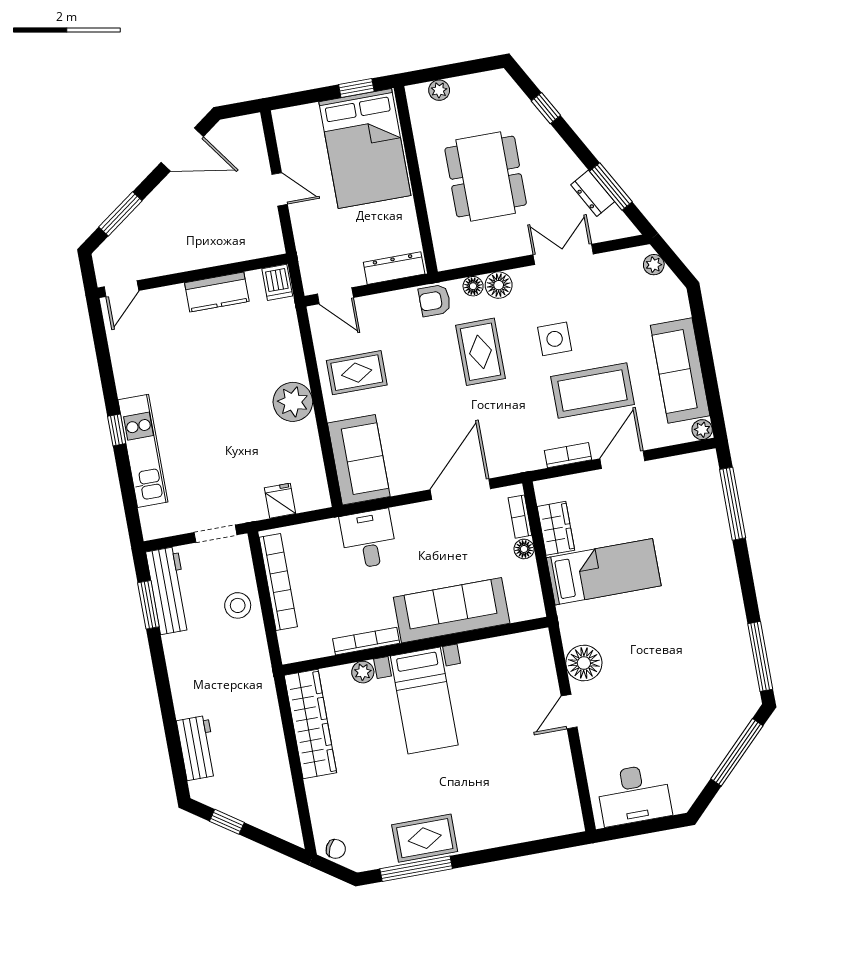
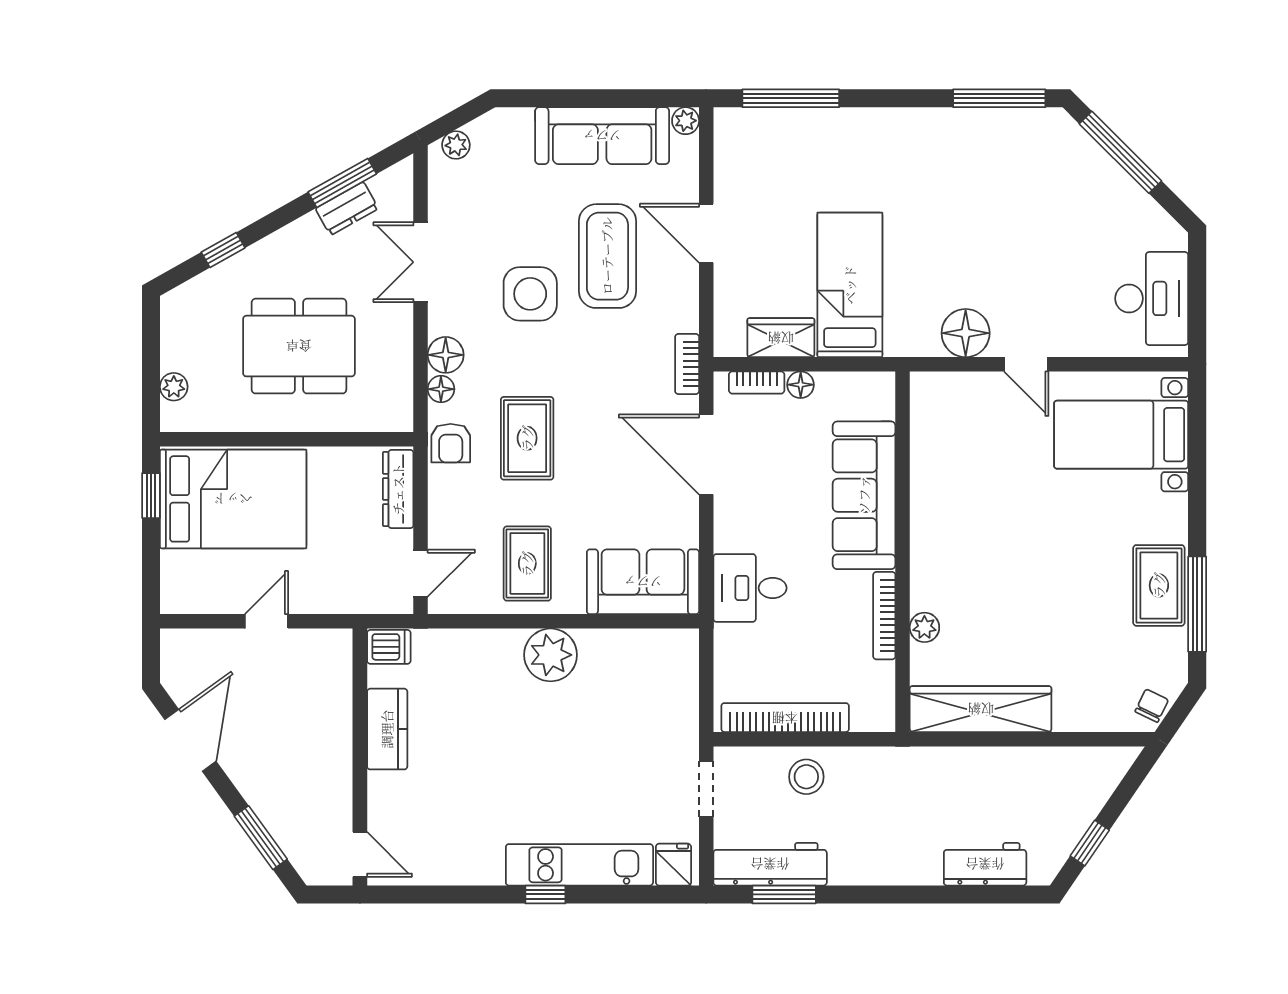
side table: (555, 339) -> (530, 294), width x1.37, depth x1.37
rug: (480, 352) -> (527, 438), moved, turned 90
bookcase: (568, 455) -> (687, 364), moved
fridge: (280, 501) -> (673, 865), moved, turned 90
bed with nightstands: (424, 701) -> (1121, 435), moved, turned 180

